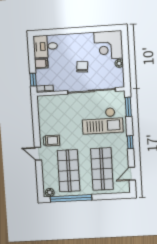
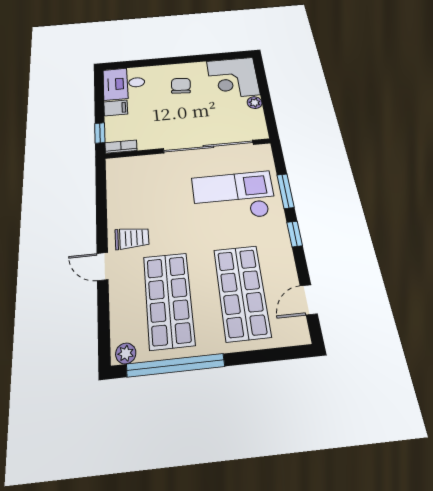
chair: (82, 67) -> (181, 86), moved
window: (128, 107) -> (286, 191), moved
checkout: (102, 121) -> (234, 196), turned 180

